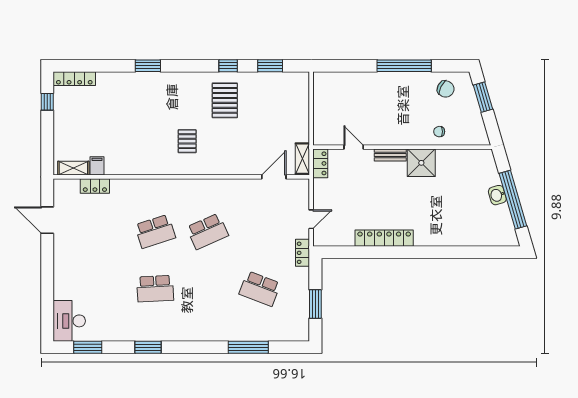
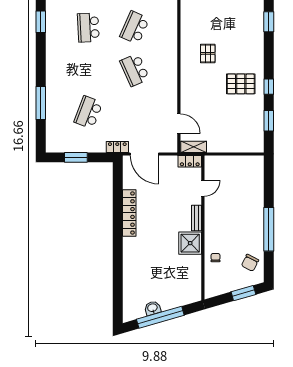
pallet: (187, 141) -> (208, 53), turned 90
washbasin: (497, 195) -> (153, 308), moved
door: (311, 219) -> (144, 154), width x1.88
school desk: (155, 231) -> (135, 28), turned 42

